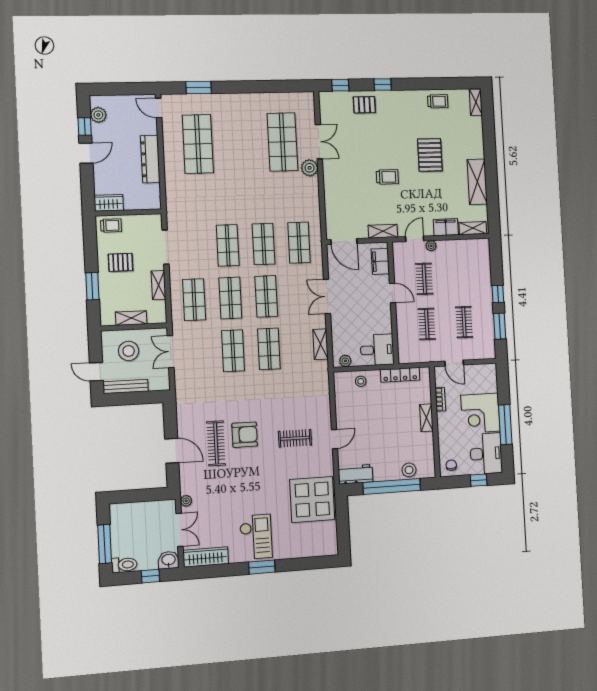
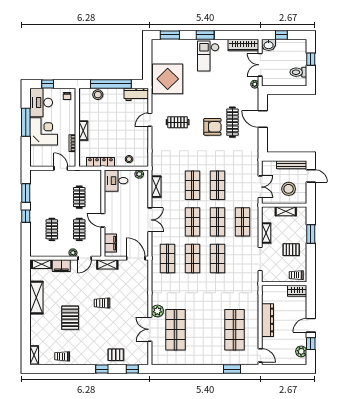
clothes rail: (464, 322) -> (52, 229), moved
armchair: (245, 435) -> (212, 127), turned 180
window: (105, 544) -> (311, 59), width x0.46
window: (312, 563) -> (170, 35), added
toilet: (124, 565) -> (298, 72), moved

